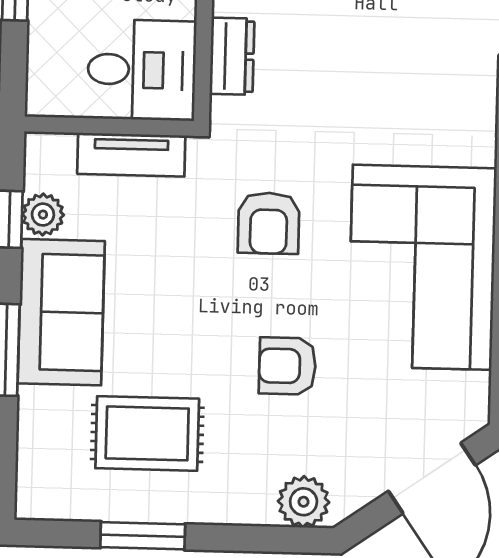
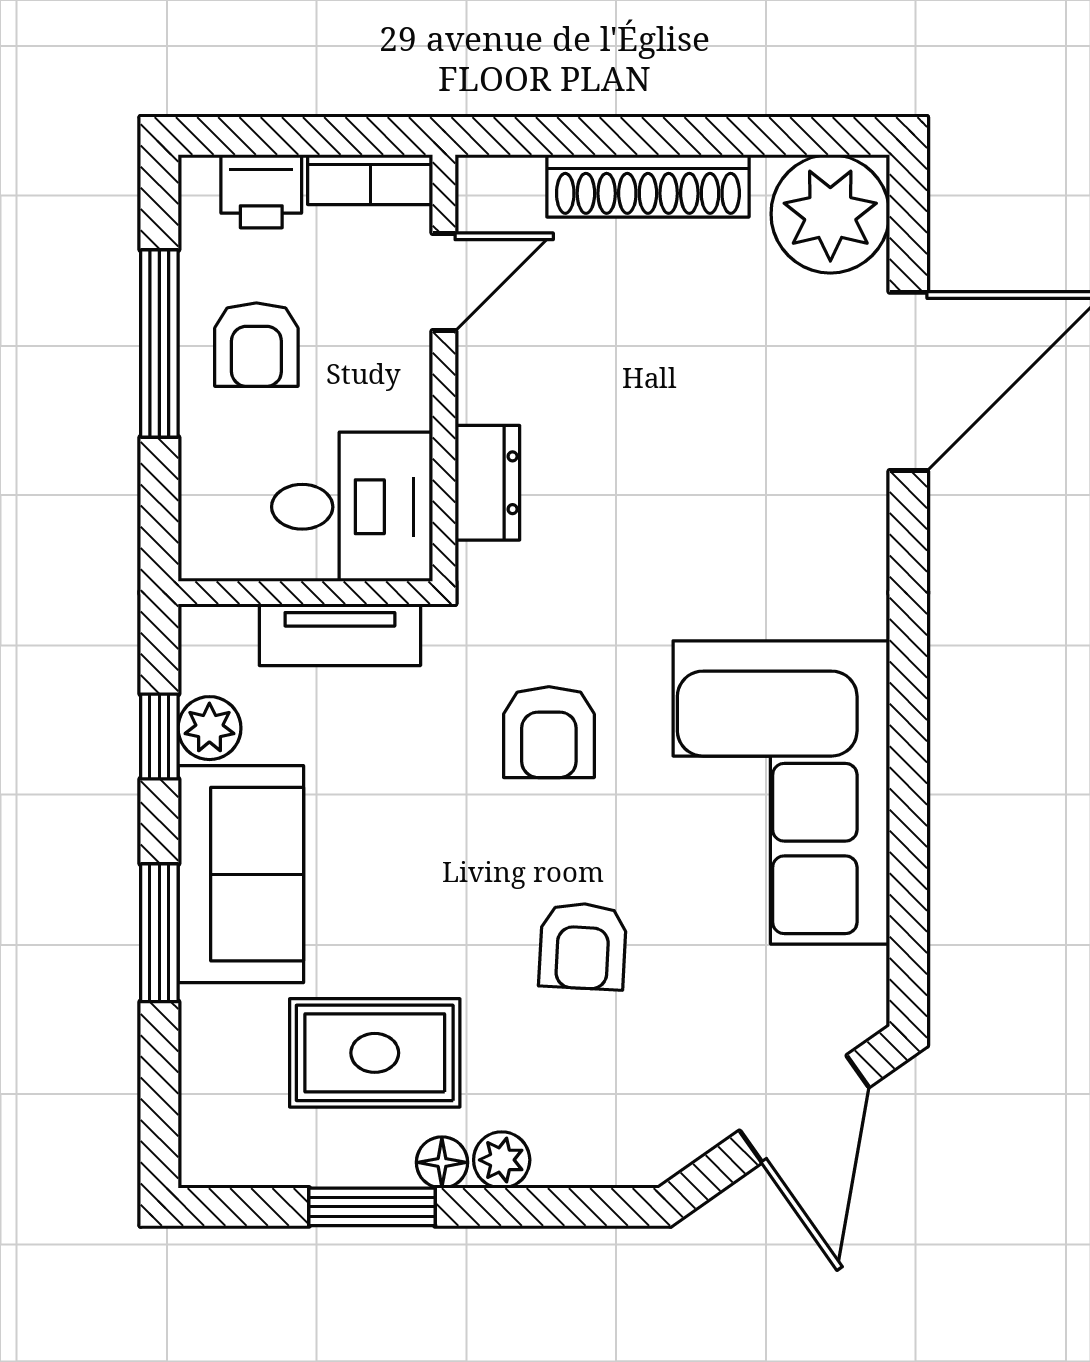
armchair: (287, 366) -> (583, 946), turned -87
plant: (304, 502) -> (502, 1160), moved, width x0.73, depth x0.73
floor lamp: (190, 507) -> (442, 1162), added

